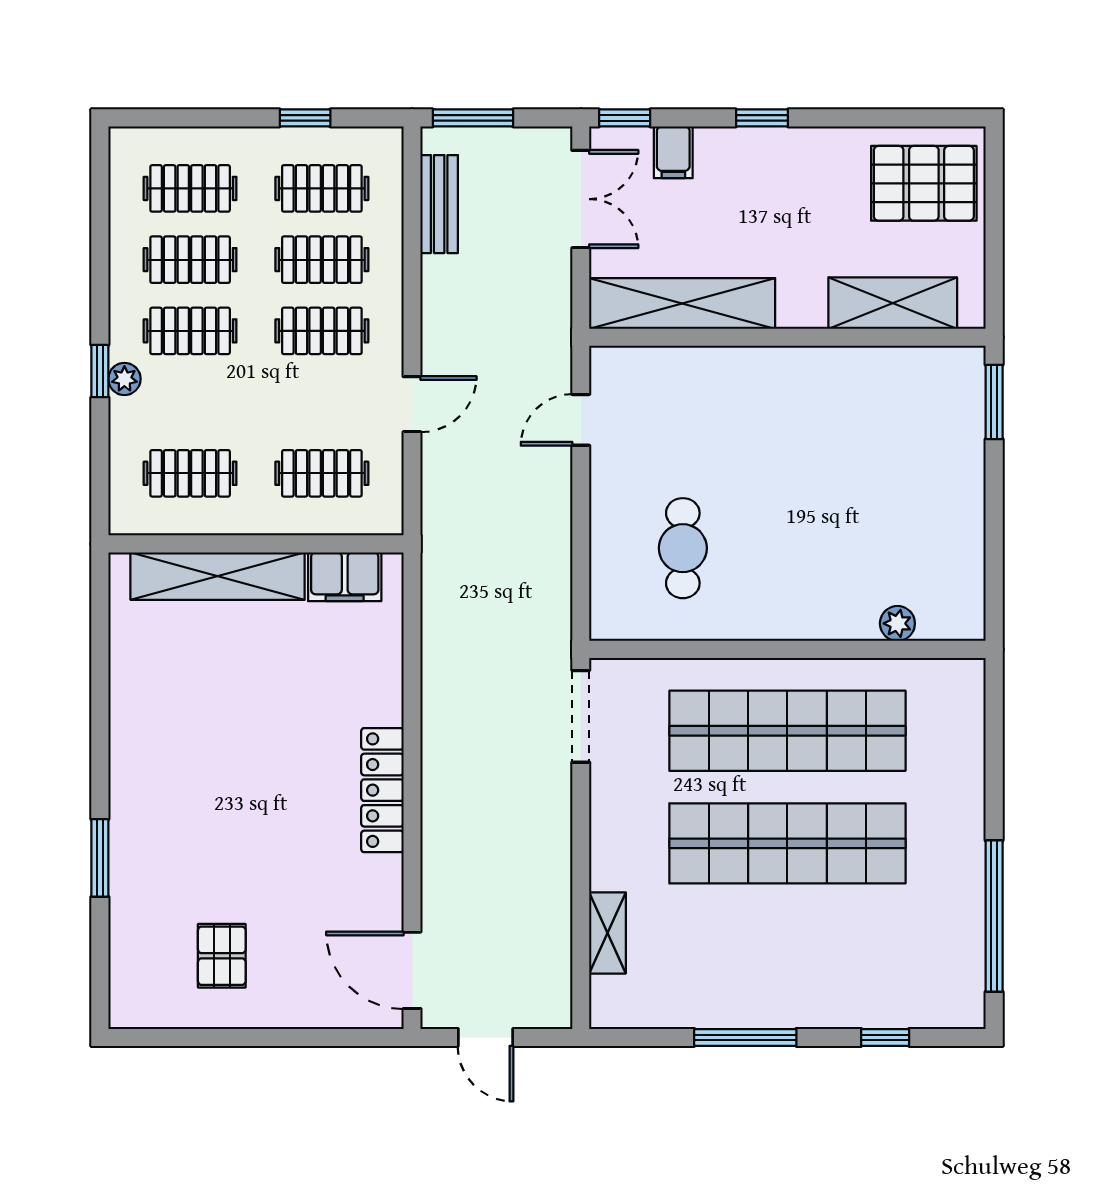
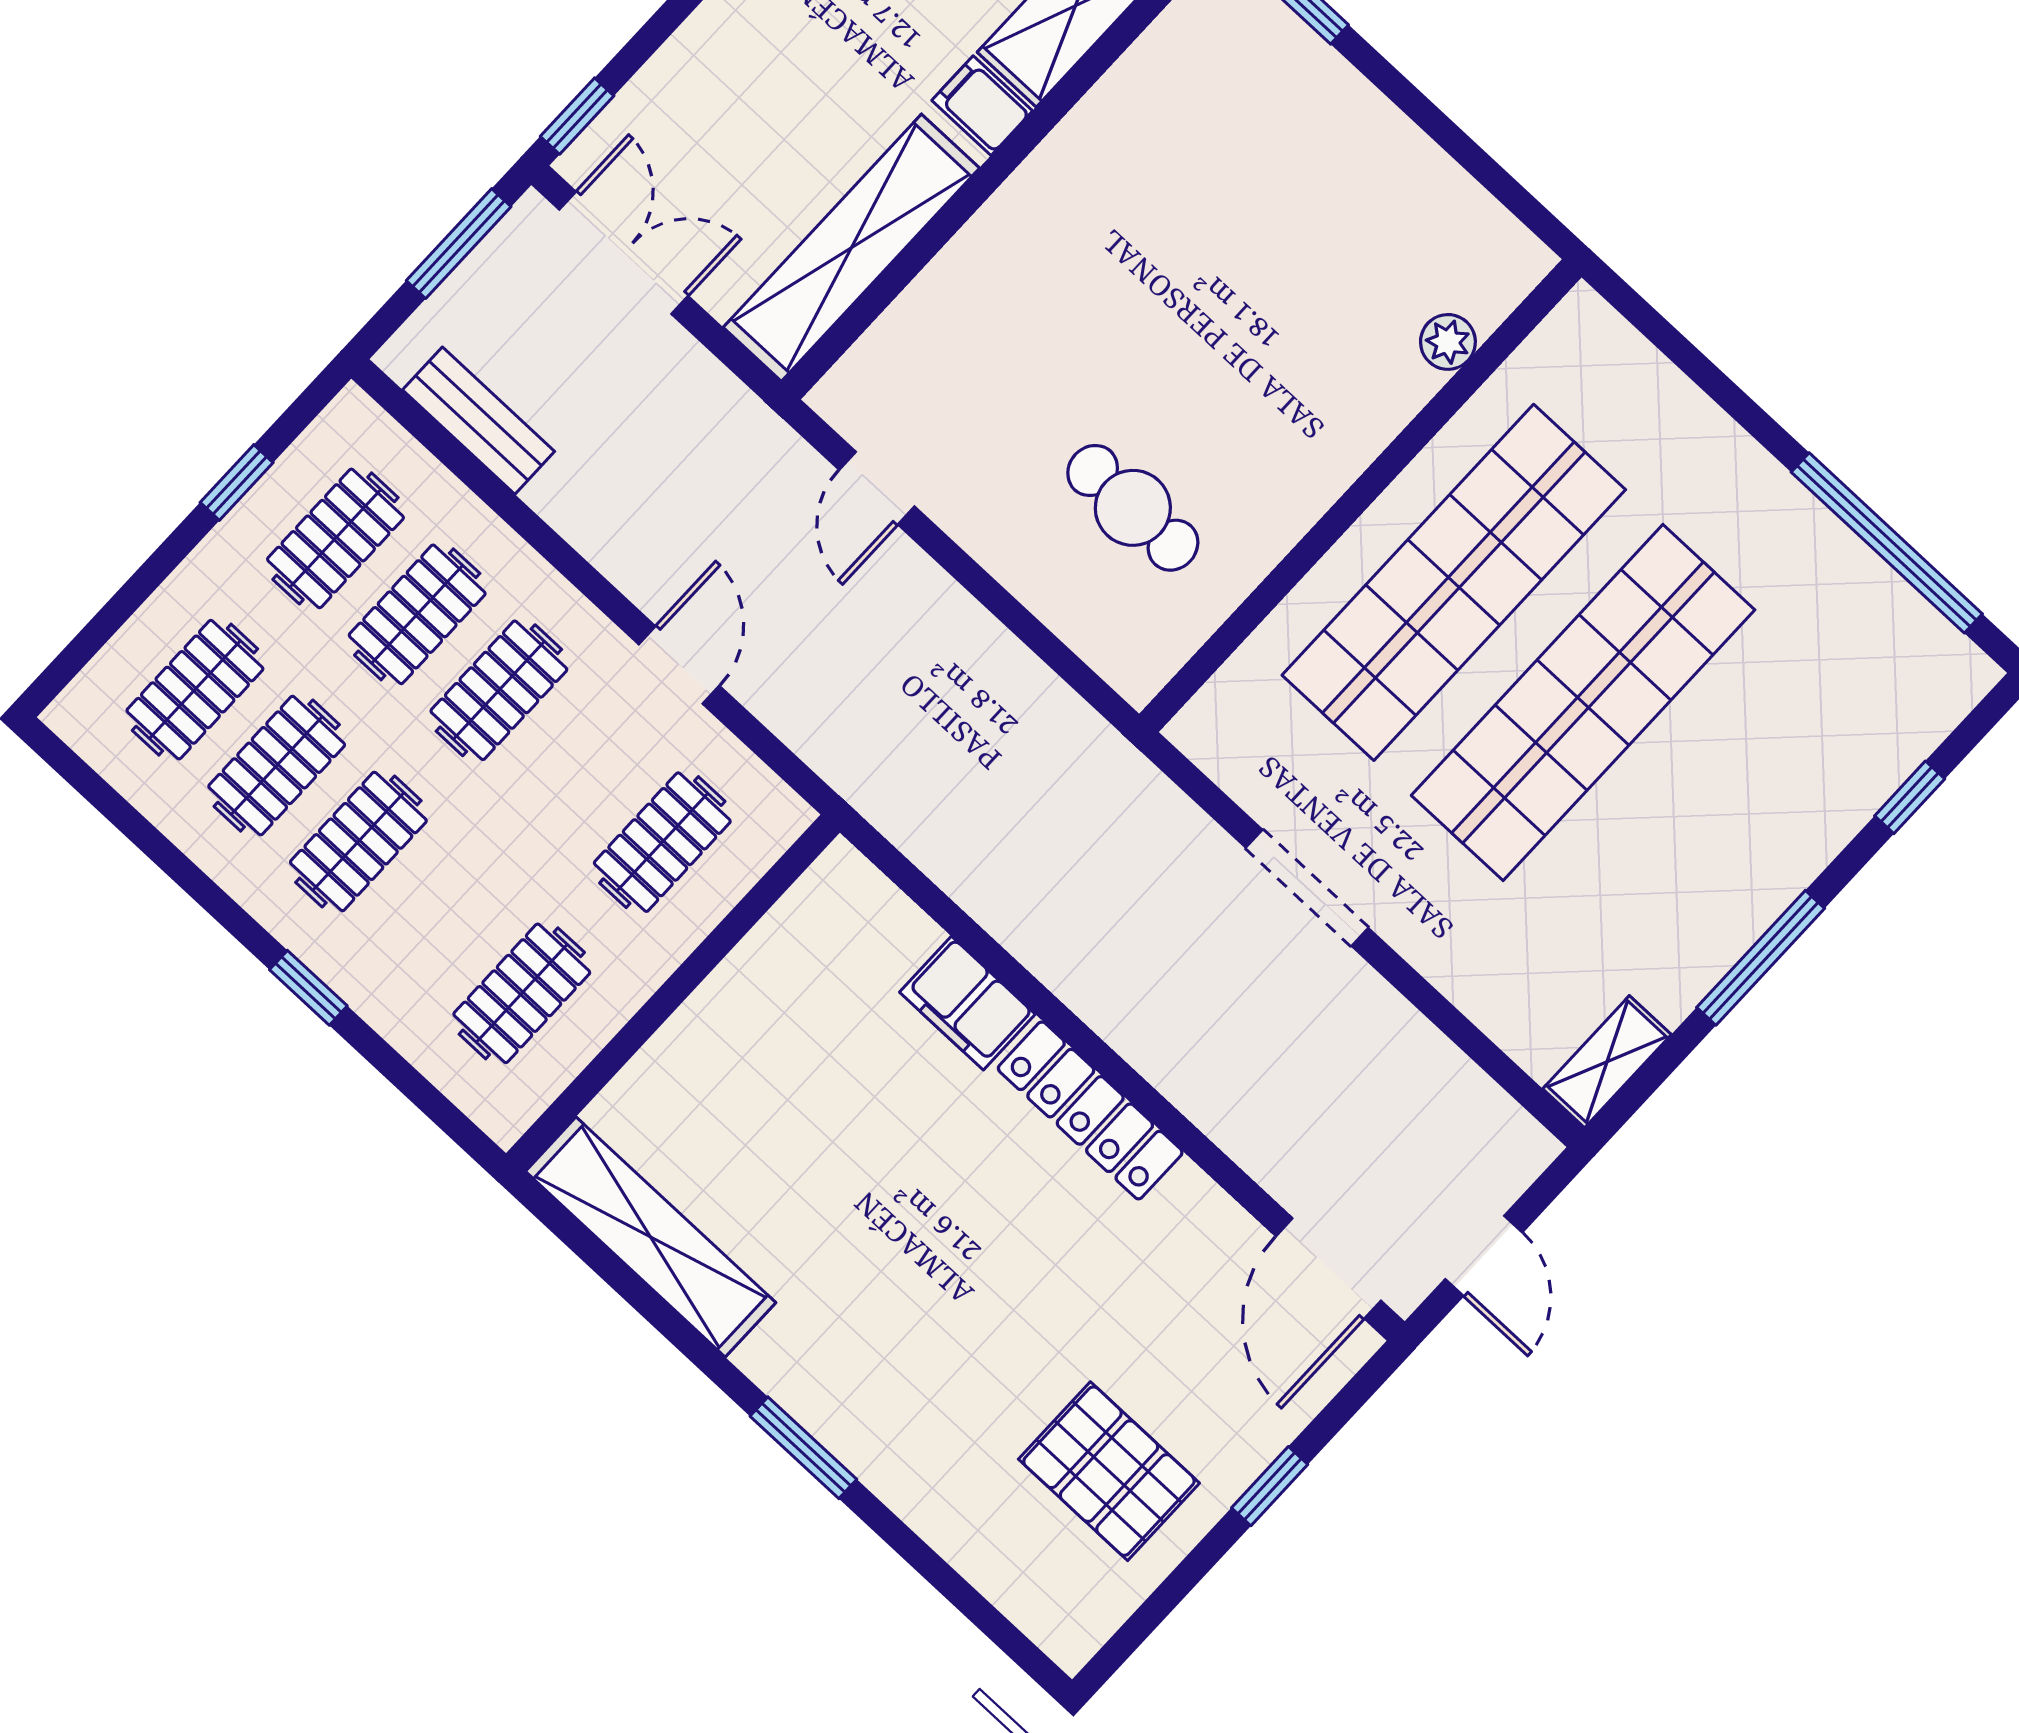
window: (473, 118) -> (459, 244), moved
filing cabinet: (673, 152) -> (982, 106), moved, turned 180
plant: (124, 379) -> (344, 968), removed
shelving: (218, 576) -> (651, 1237), moved, turned 90
filing cabinet: (345, 577) -> (967, 1003), moved, turned 90
doorway: (581, 716) -> (1307, 888), moved
window: (100, 858) -> (803, 1448), moved
shelving: (608, 933) -> (1607, 1062), moved, turned 90
pallet: (222, 956) -> (1109, 1471), width x1.50, depth x1.42
door: (412, 970) -> (1328, 1268), hinge flipped
window: (285, 1037) -> (1270, 1486), added
door: (485, 1037) -> (1484, 1256), hinge flipped

